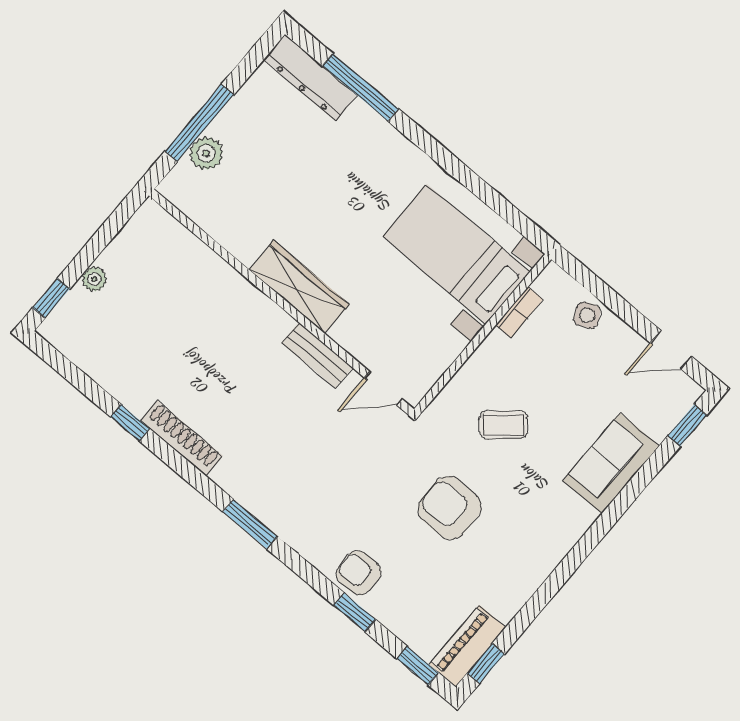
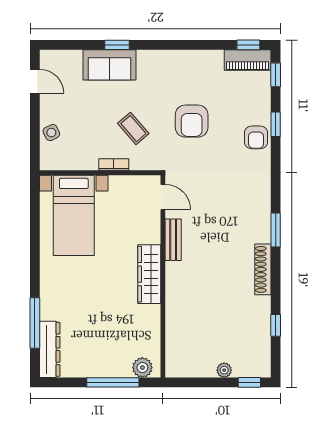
plant: (206, 153) -> (142, 368), moved
bookcase: (519, 312) -> (114, 164), moved
window: (130, 423) -> (276, 325), moved
window: (687, 425) -> (117, 45), moved
window: (250, 524) -> (276, 230), moved

